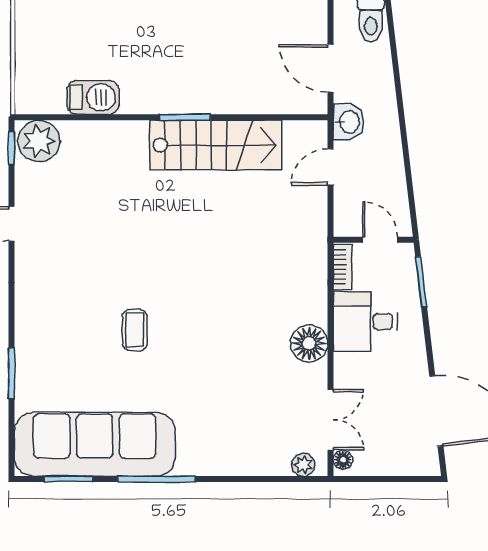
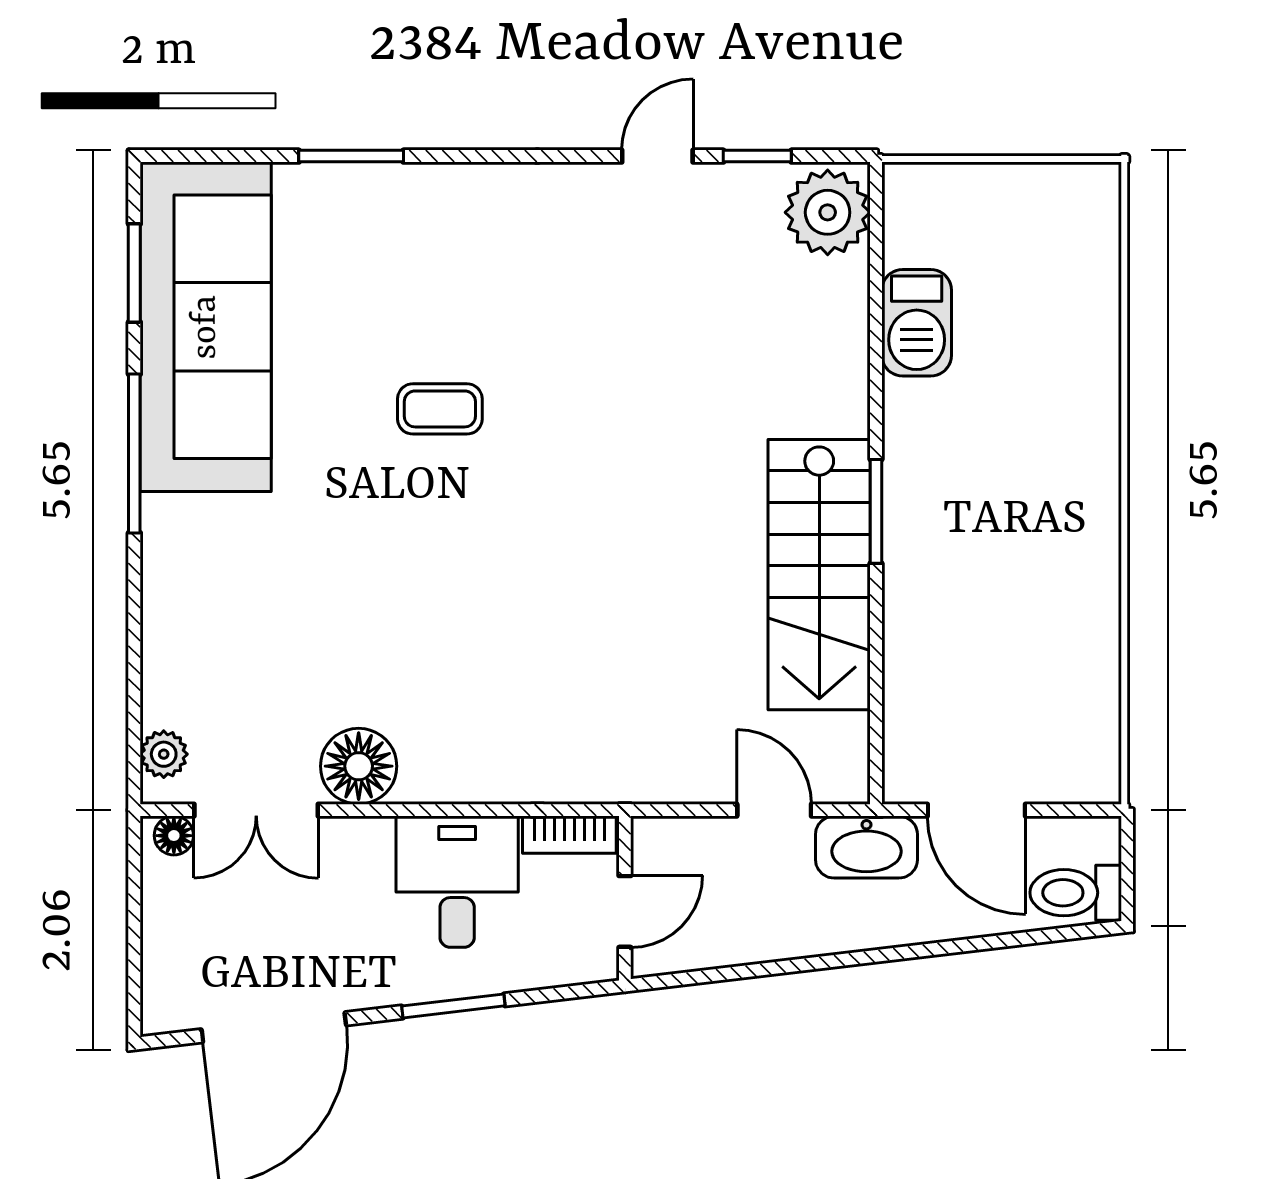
door: (331, 68) -> (976, 810), swing flipped
washbasin: (349, 122) -> (866, 847), width x1.38
window: (11, 148) -> (757, 156), moved
window: (421, 282) -> (453, 1006), moved
floor lamp: (309, 343) -> (359, 766), moved

